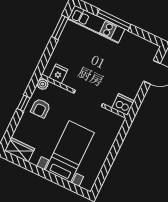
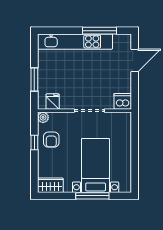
window: (114, 20) -> (100, 31), moved
kitchen unit: (96, 24) -> (75, 42), width x1.36
window: (60, 27) -> (34, 79), moved
window: (54, 178) -> (92, 196), added

